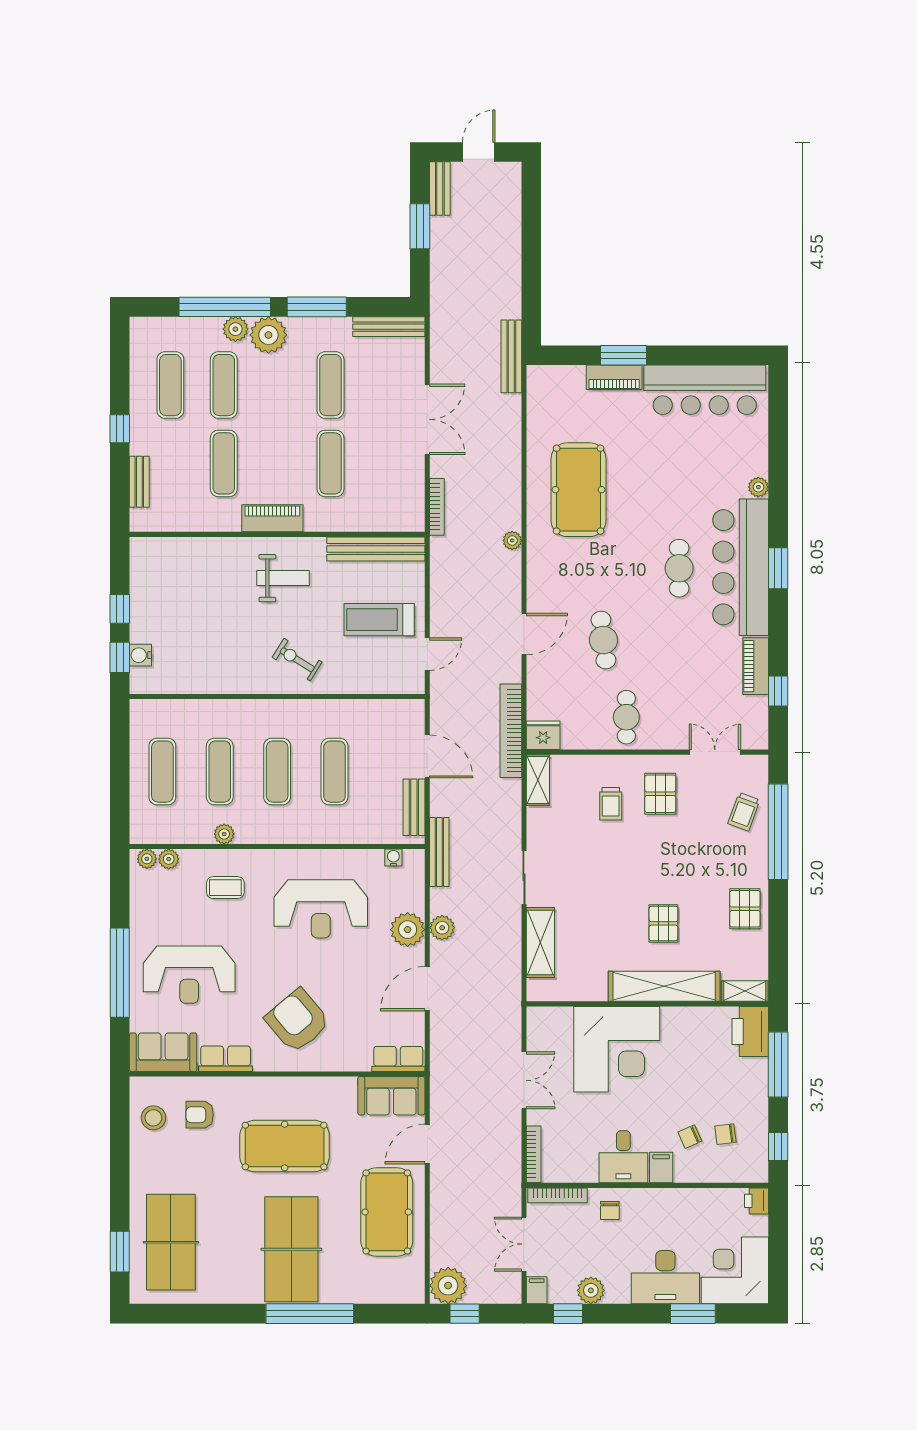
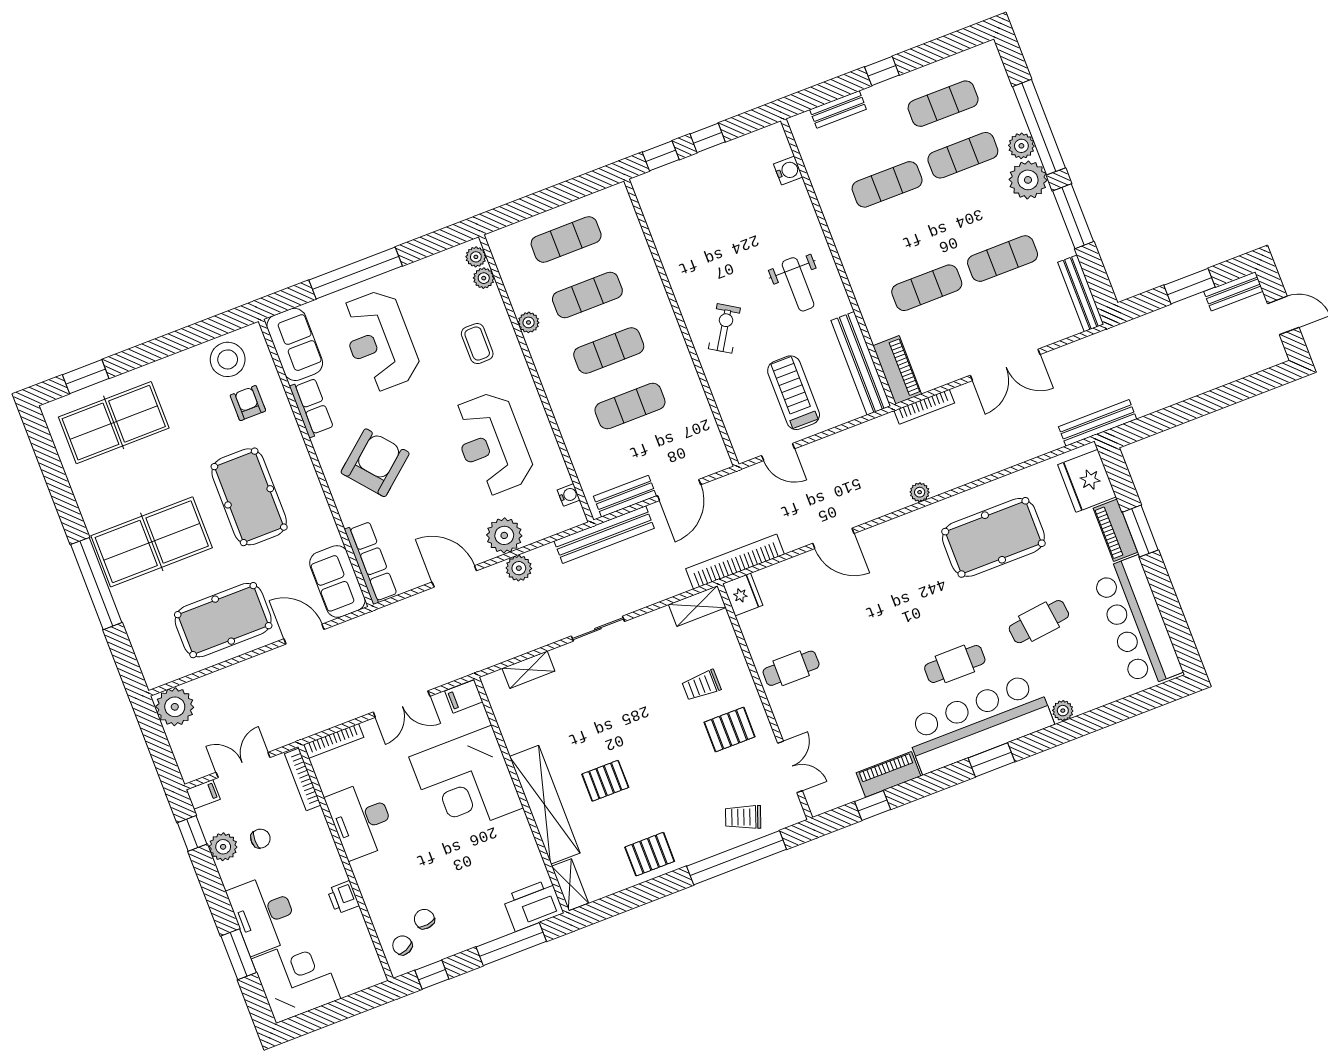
fridge: (560, 386) -> (1087, 481), added
piano: (272, 518) -> (897, 370), moved
cafe table: (603, 640) -> (1039, 622), moved
water cooler: (140, 655) -> (788, 170), moved, turned 90
bench: (439, 852) -> (604, 535), width x1.37, depth x1.21
shelving: (540, 942) -> (528, 670), width x0.67, depth x0.75
row of seats: (398, 1059) -> (371, 562), width x1.48
stool: (153, 1118) -> (228, 359), width x1.38, depth x1.38
chair: (690, 1137) -> (402, 945), moved
desk: (623, 1157) -> (361, 820), width x1.37
filing cabinet: (661, 1168) -> (464, 696), moved, turned 180
printer: (757, 1201) -> (343, 897), moved, turned -90
chair: (610, 1210) -> (260, 839), moved, turned 180
window: (465, 1314) -> (154, 733), removed

